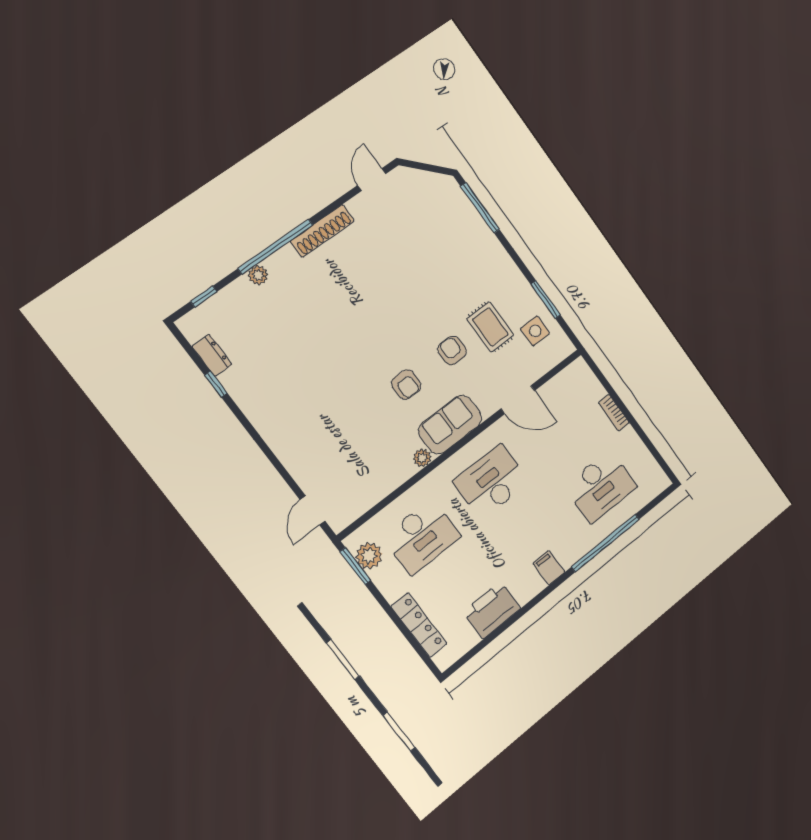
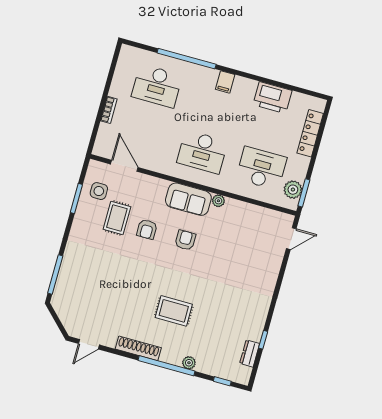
rug: (334, 306) -> (174, 311), added
door: (518, 400) -> (124, 166), moved
desk: (600, 487) -> (157, 86), turned 180

